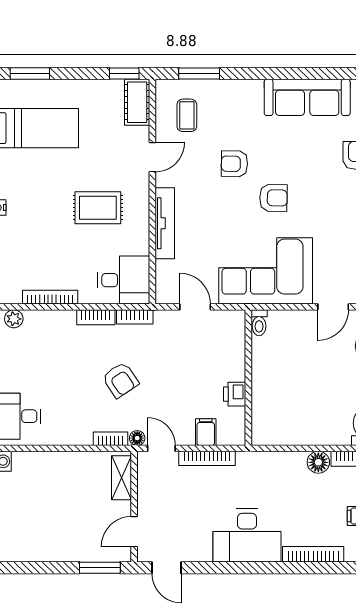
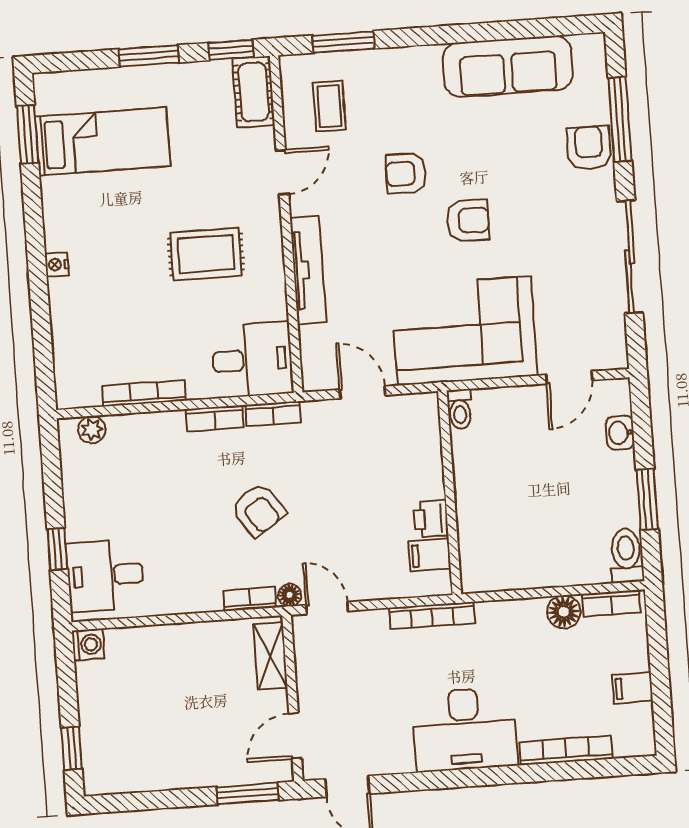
window: (30, 73) -> (149, 56), moved
filing cabinet: (206, 432) -> (430, 555), moved, turned -90
bookcase: (207, 458) -> (432, 615), moved

